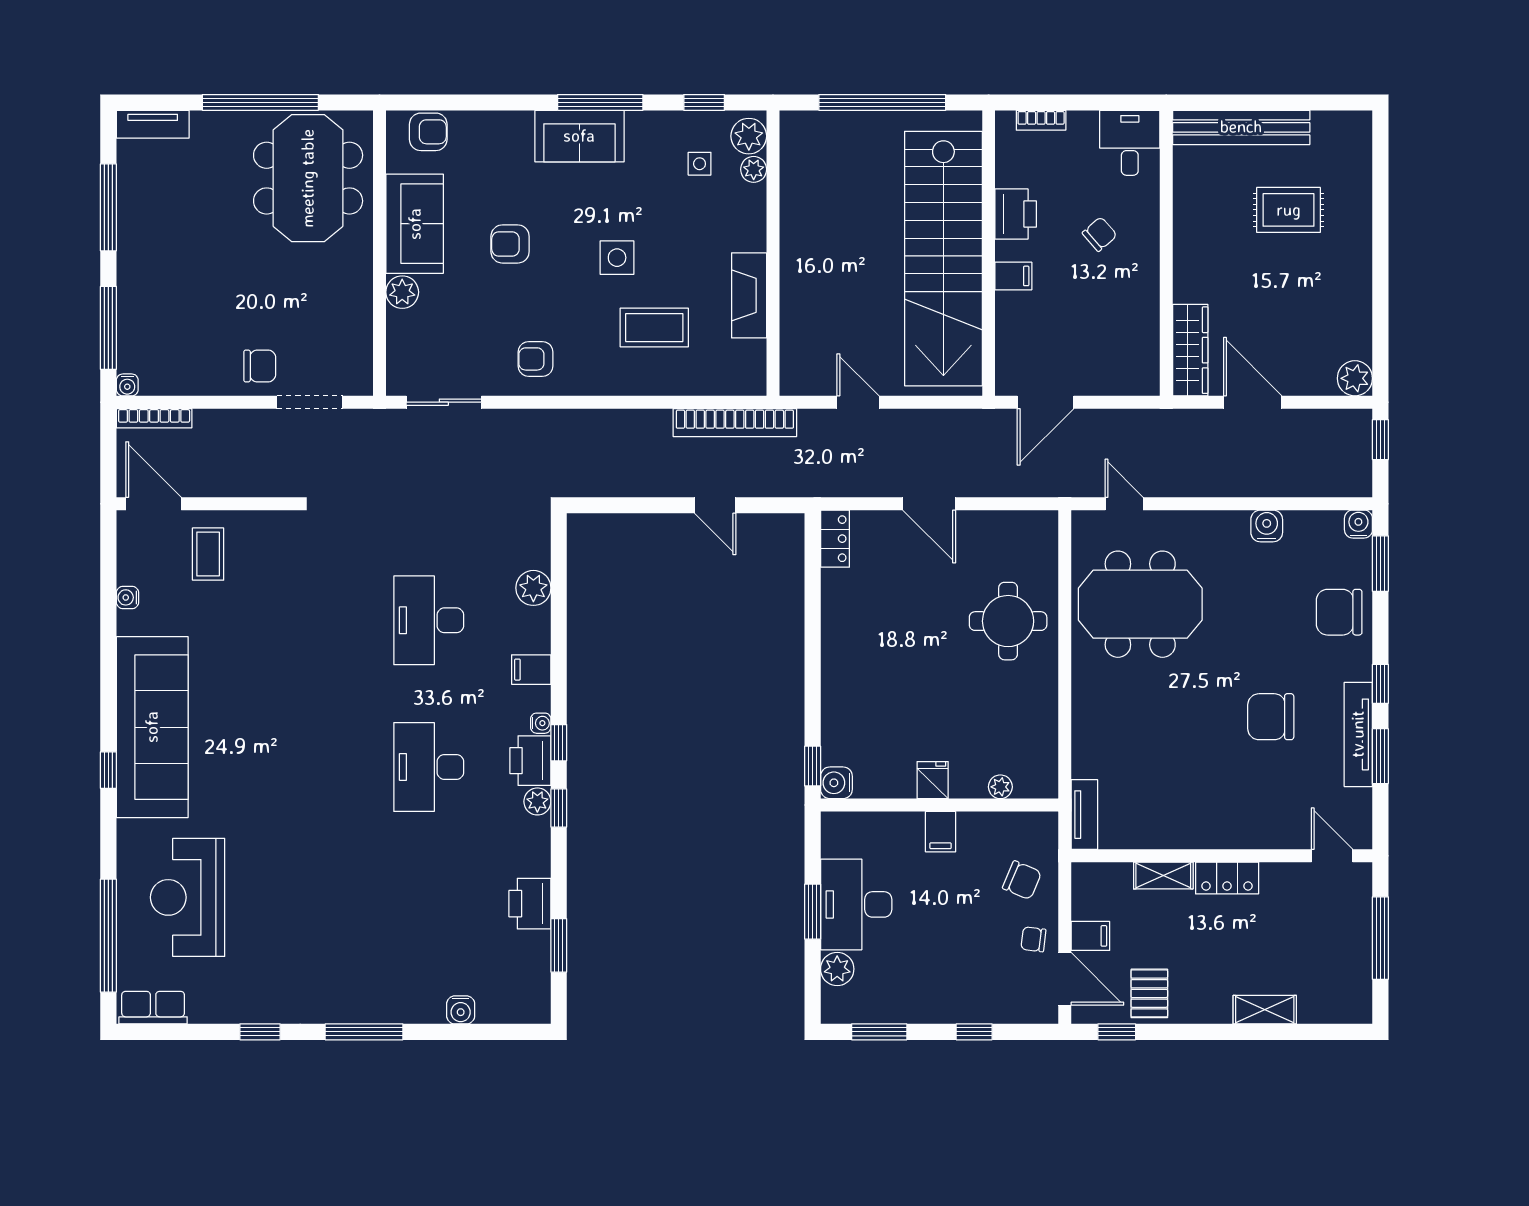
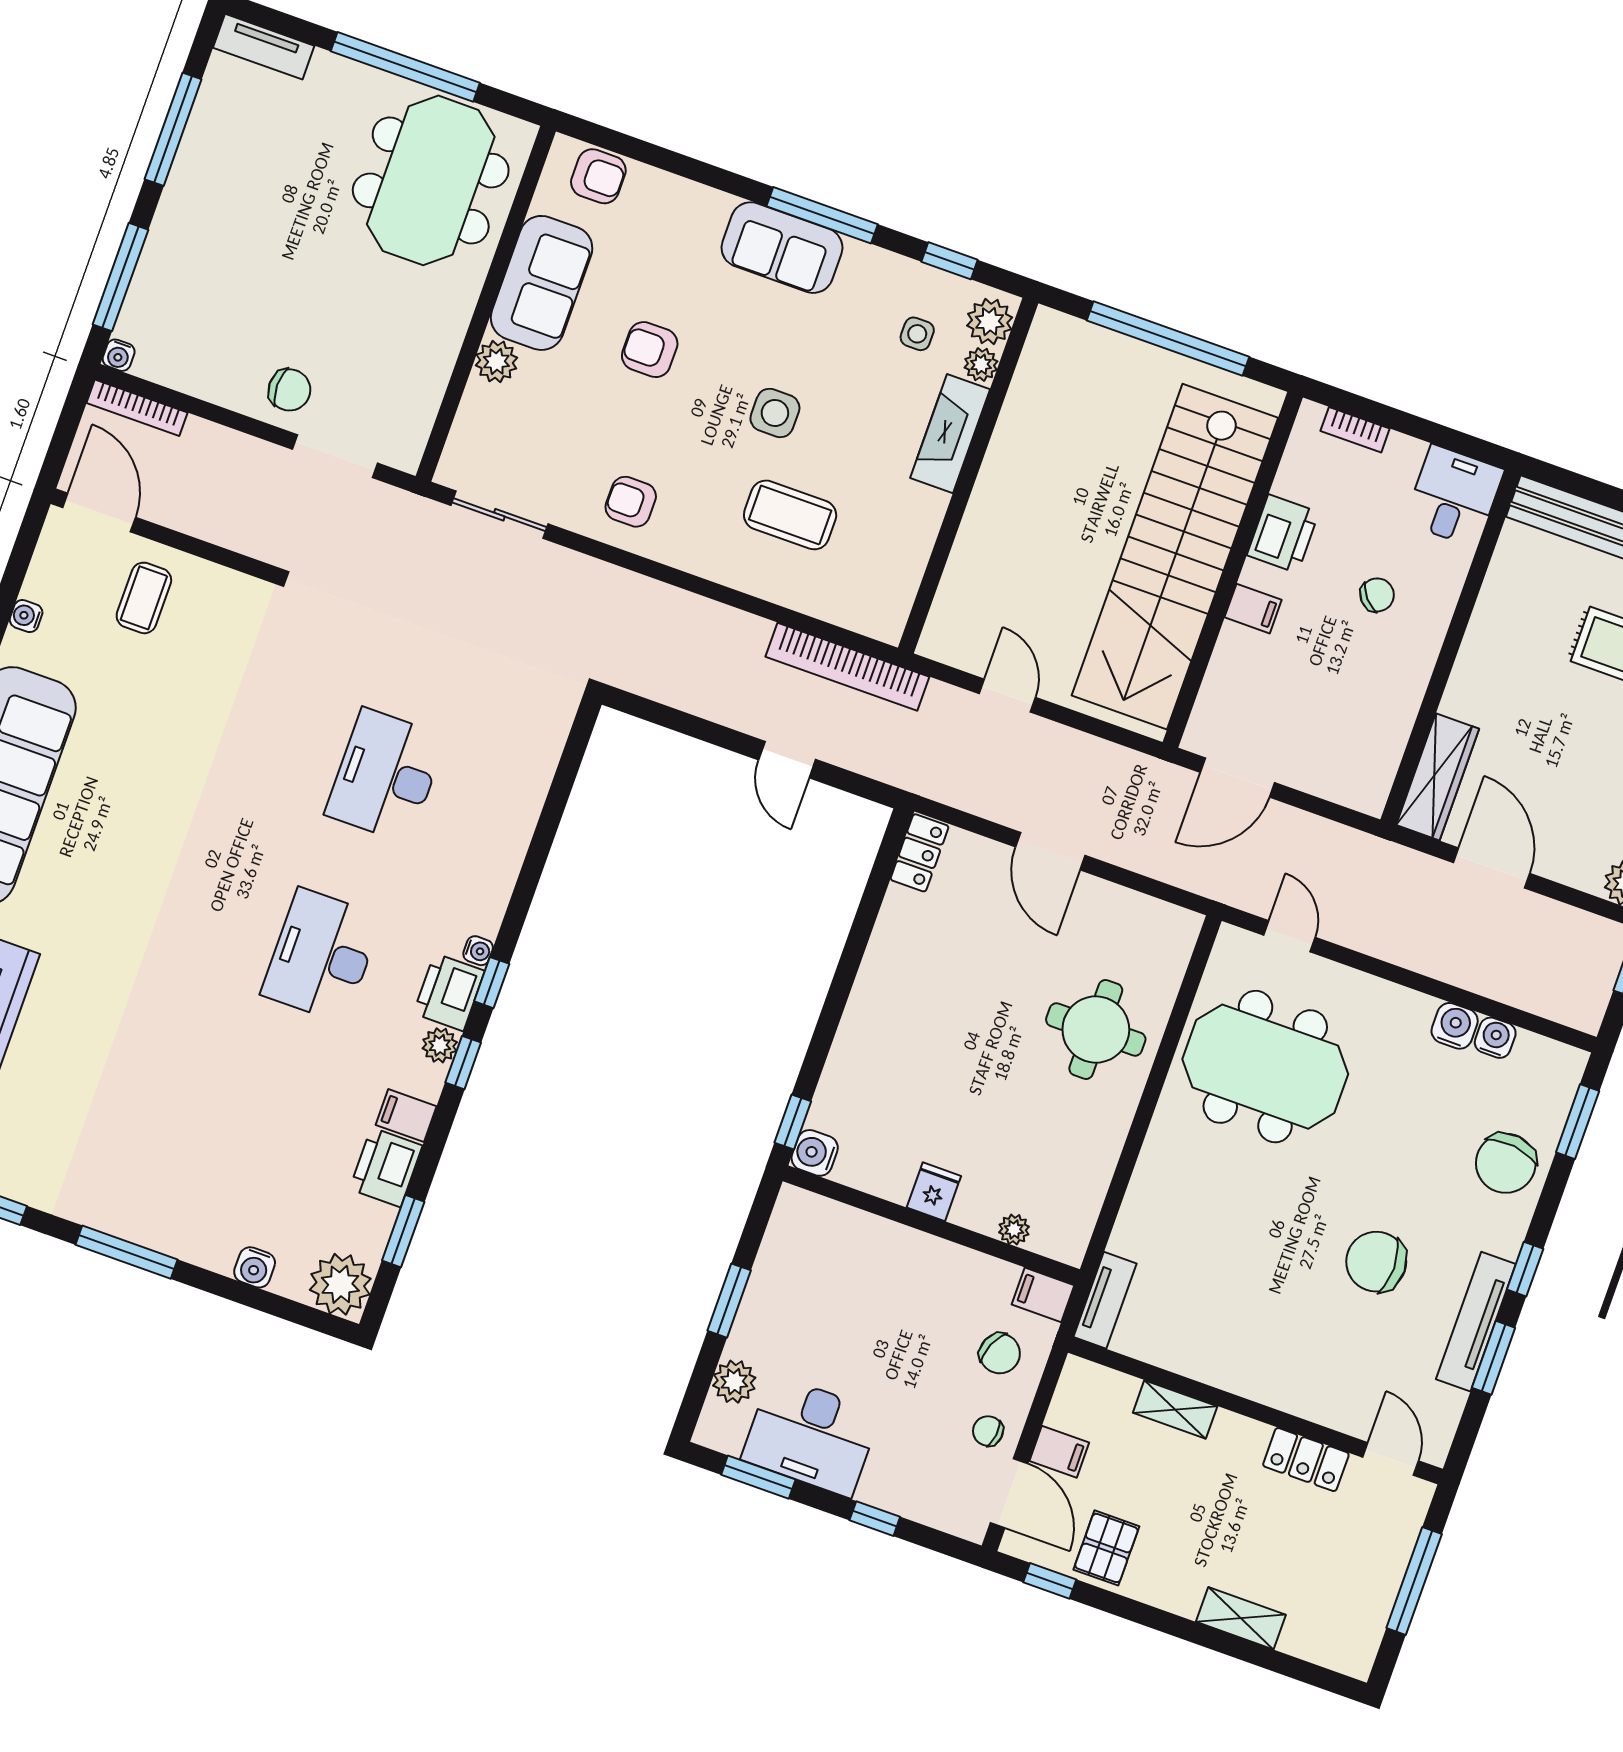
fireplace: (749, 295) -> (950, 434), moved
water cooler: (1358, 524) -> (1495, 1038), moved
plant: (533, 588) -> (340, 1284), moved, width x1.36, depth x1.36
chair: (1339, 612) -> (1506, 1163), turned -83
filing cabinet: (531, 670) -> (406, 1116), moved
filing cabinet: (941, 832) -> (1043, 1295), moved, turned 90
locker: (1227, 878) -> (1306, 1460), moved
desk: (856, 904) -> (811, 1436), moved, turned -90

